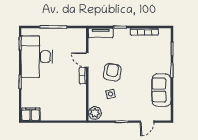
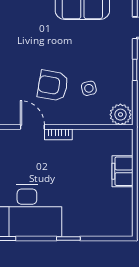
door: (87, 60) -> (32, 127), swing flipped
filing cabinet: (31, 114) -> (123, 171), moved

